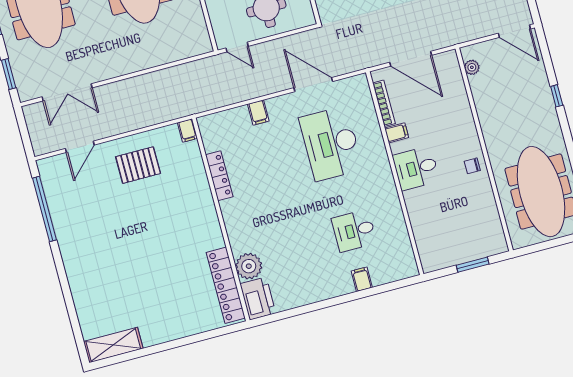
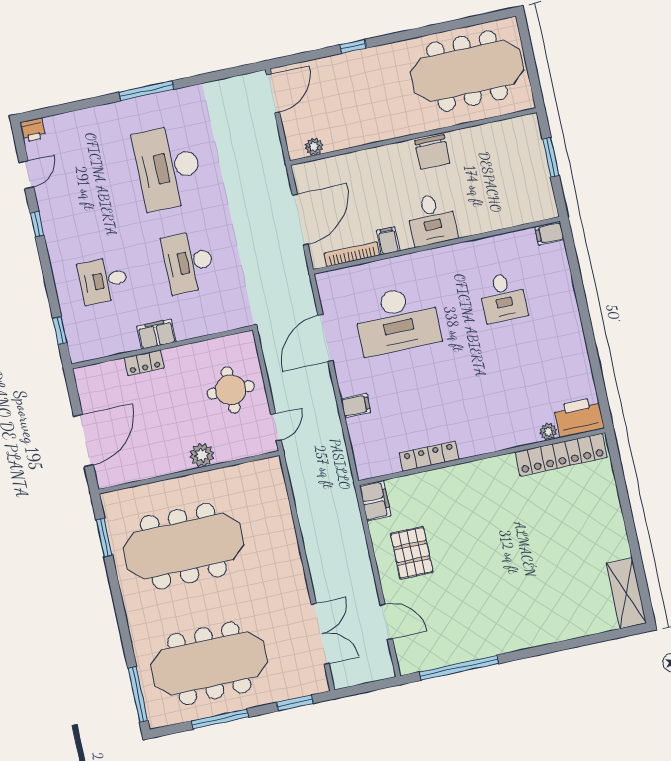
filing cabinet: (187, 131) -> (375, 501), width x2.00
chair: (472, 166) -> (432, 152), width x1.87, depth x1.87
plant: (249, 266) -> (548, 432), width x0.53, depth x0.53
filing cabinet: (362, 279) -> (549, 233), moved

